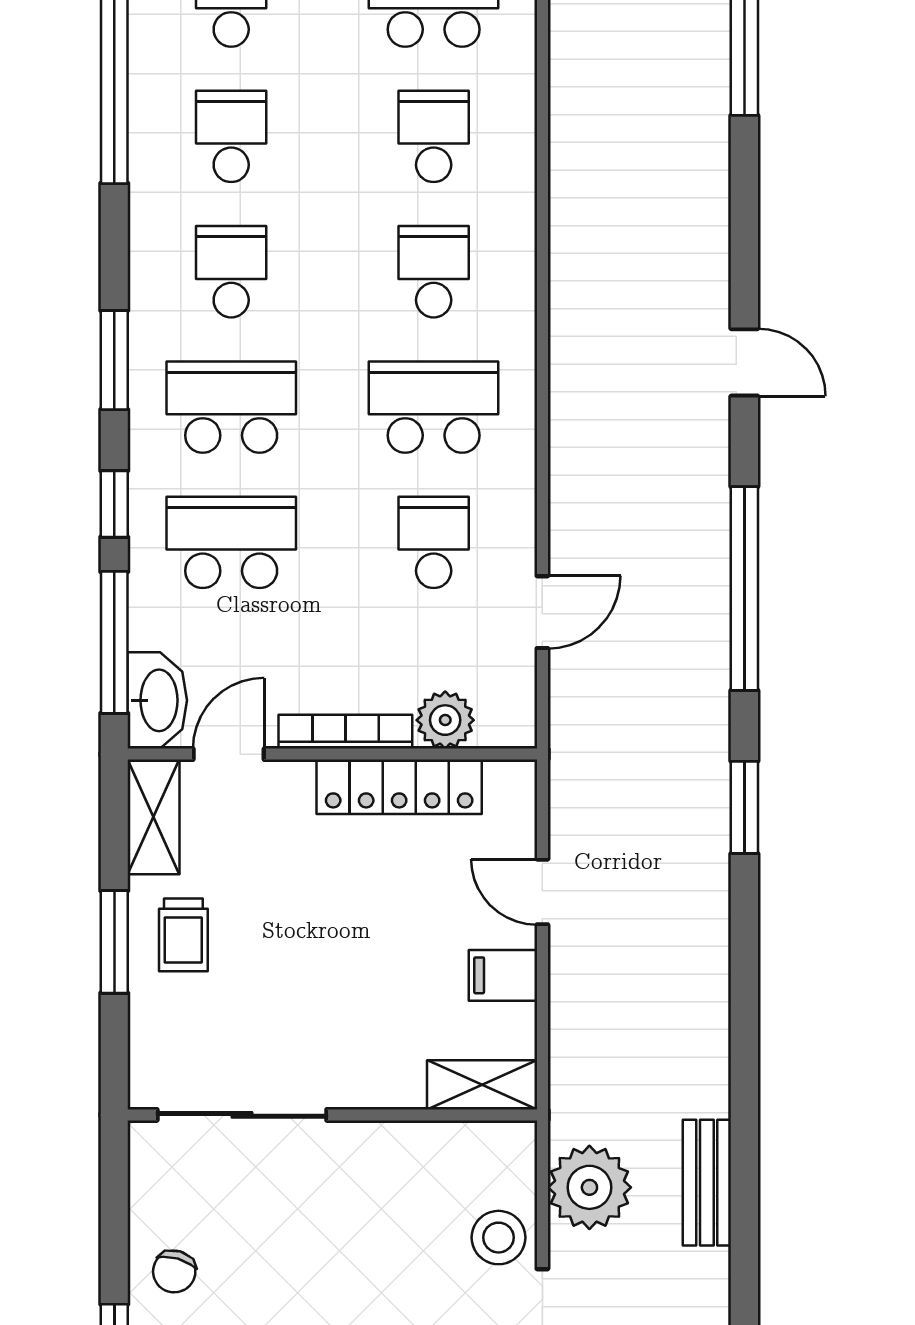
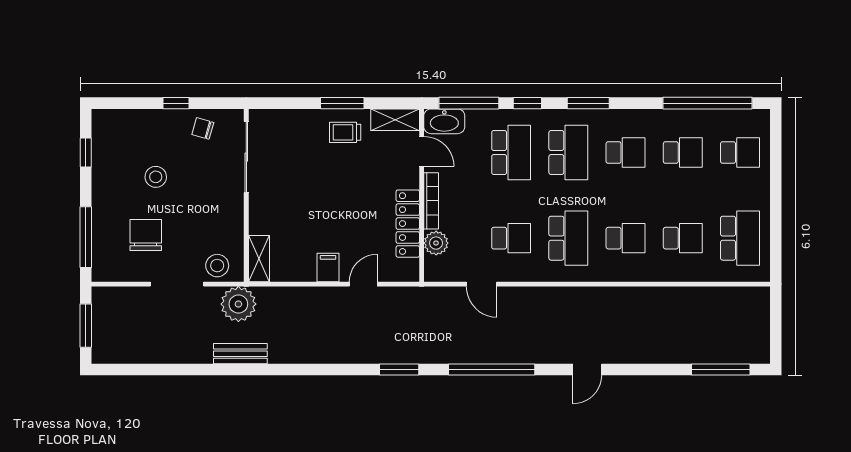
shelving: (482, 1085) -> (259, 259), moved
sliding door: (242, 1115) -> (246, 157), moved
wall: (332, 1115) -> (246, 195), moved

